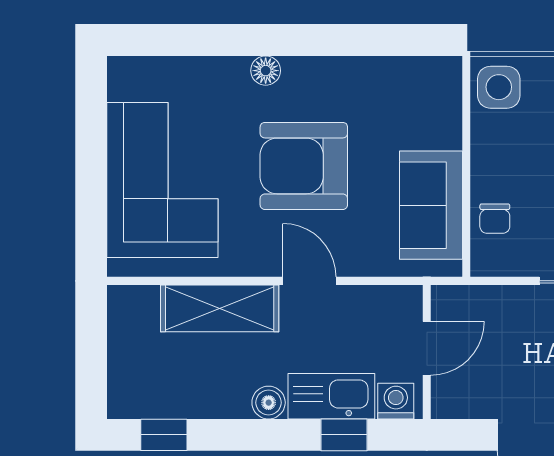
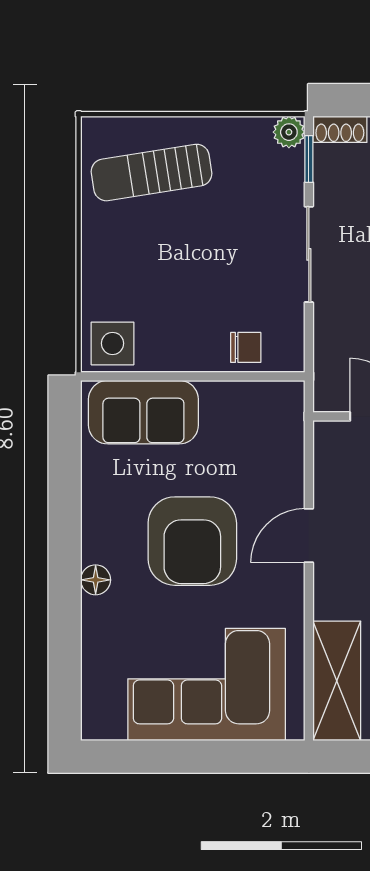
sofa: (431, 205) -> (143, 412), moved
shelving: (220, 308) -> (337, 681), moved

